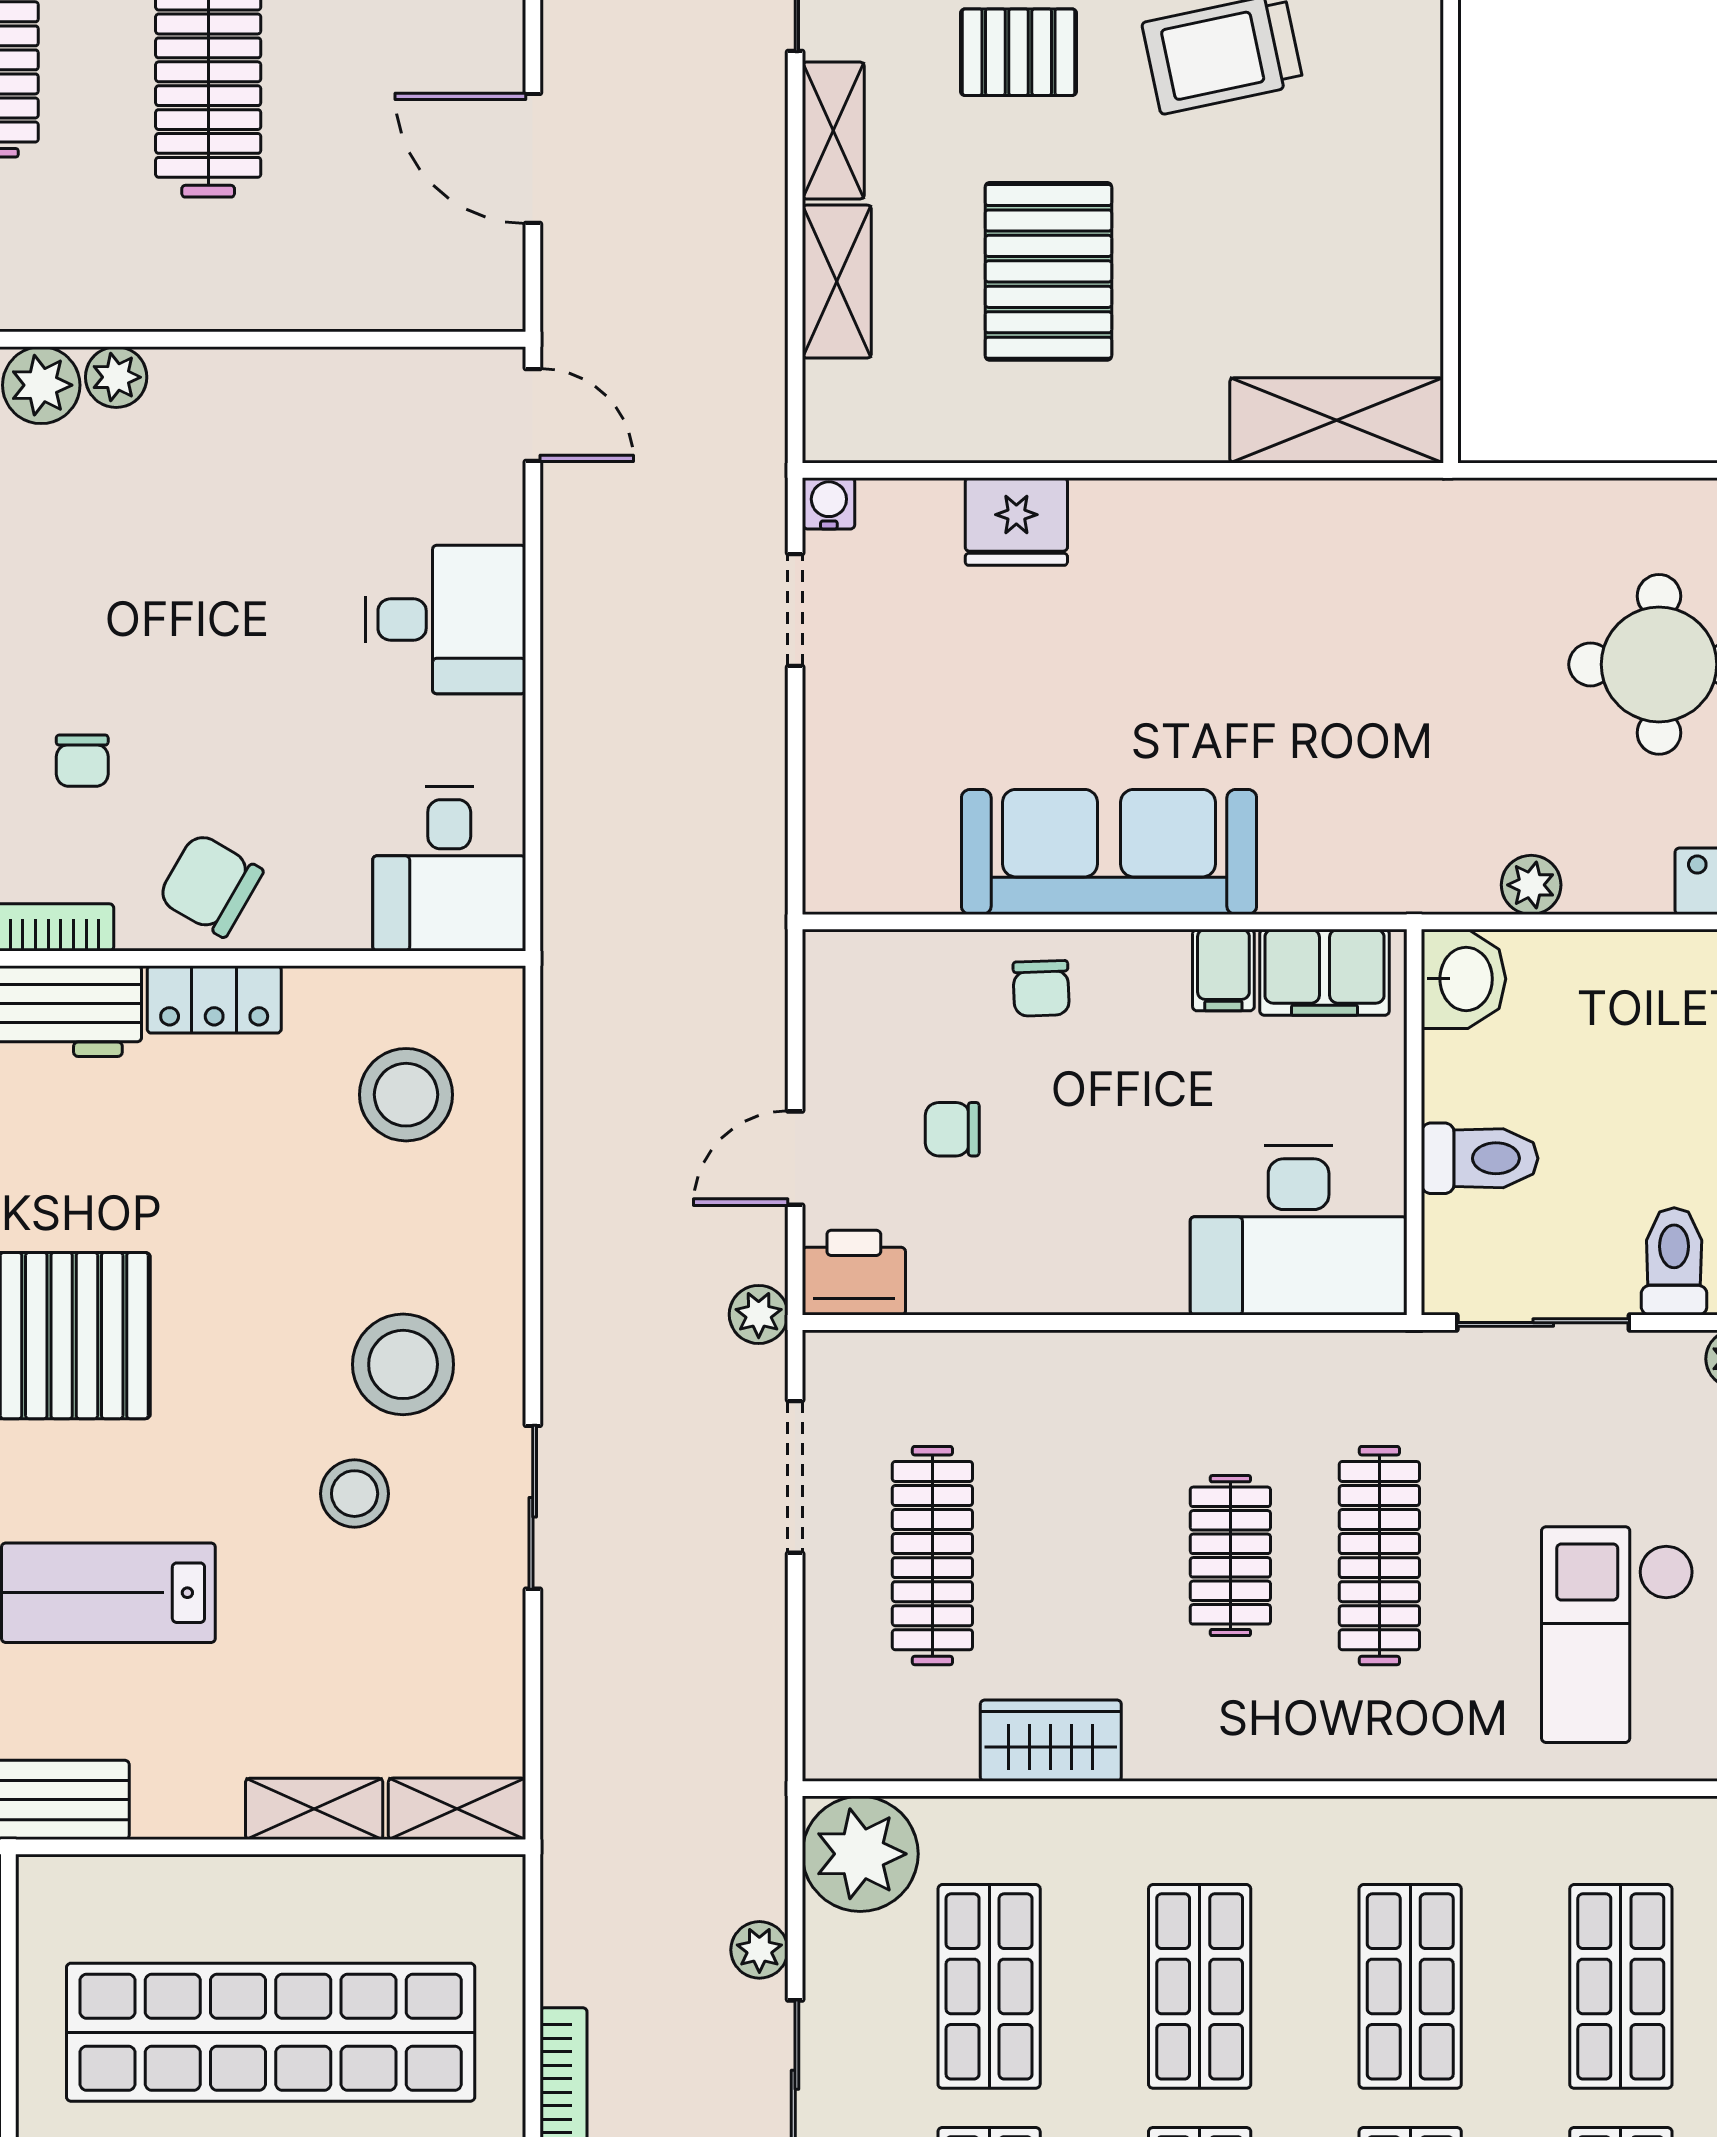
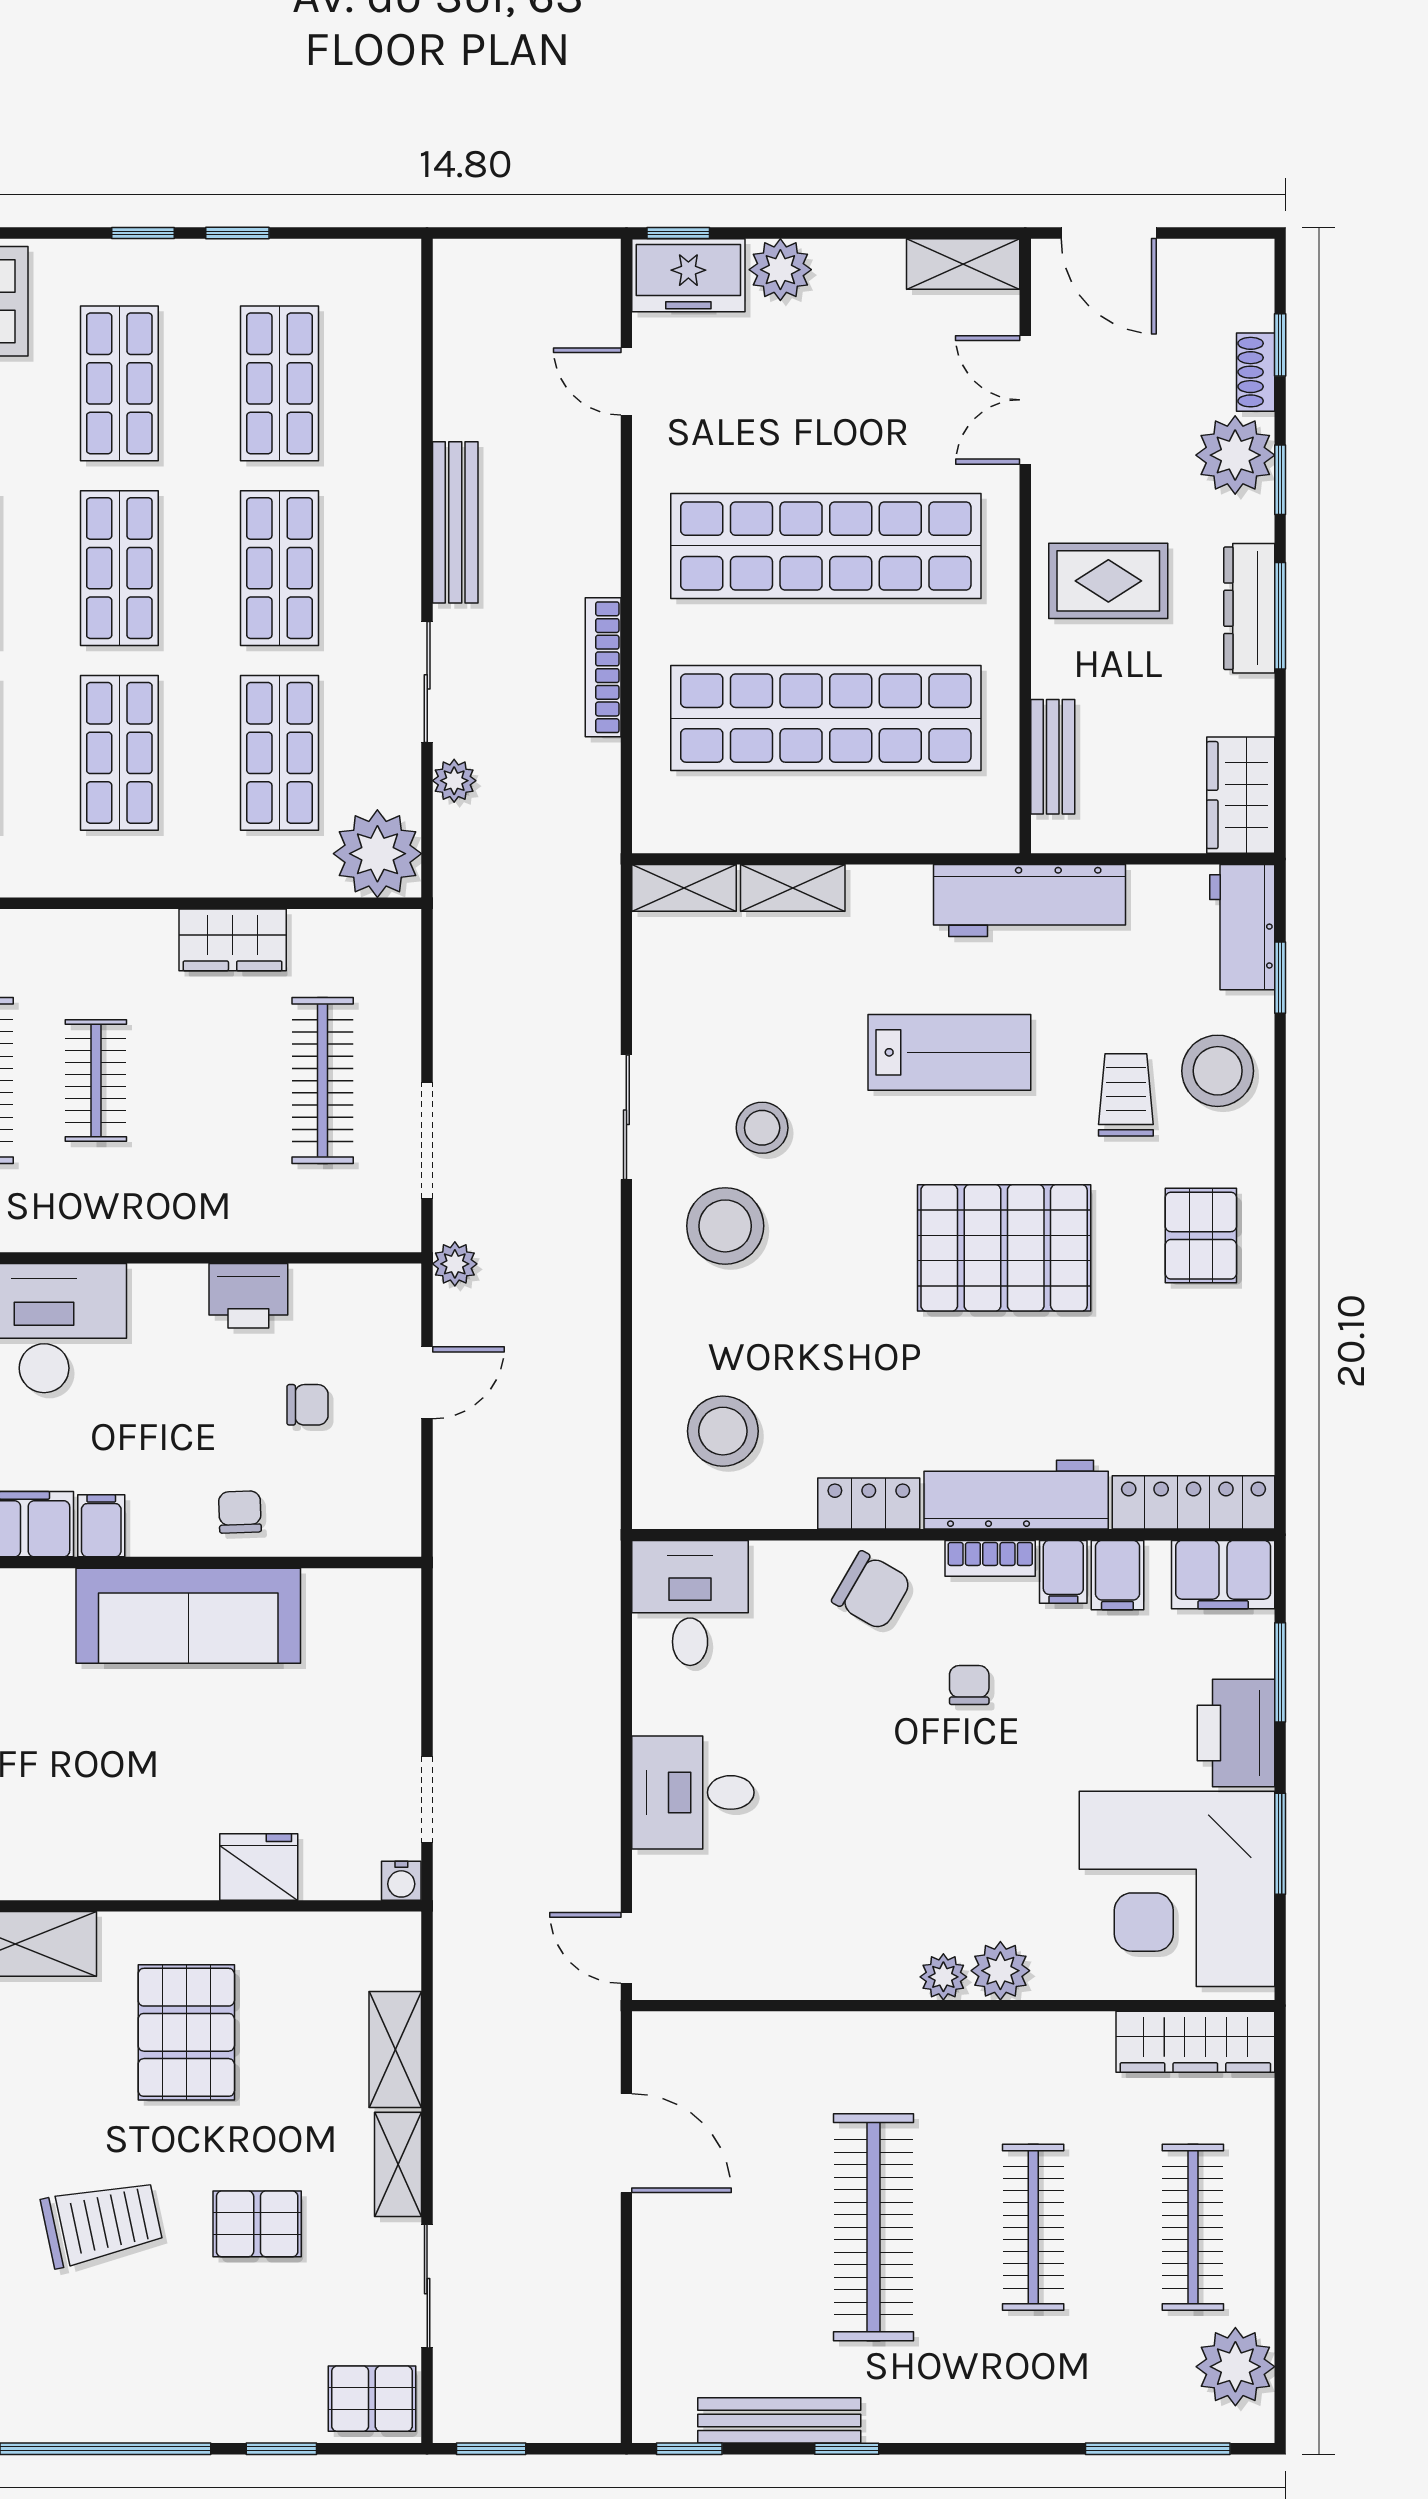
pallet: (1048, 271) -> (186, 2032), moved
printer: (854, 1273) -> (248, 1296), moved

